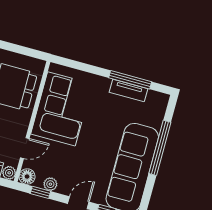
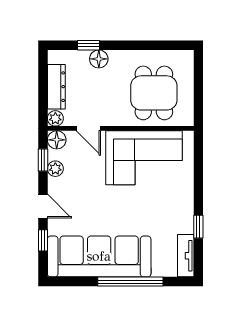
window: (130, 80) -> (198, 227), width x0.46
tv unit: (129, 90) -> (186, 256), moved

